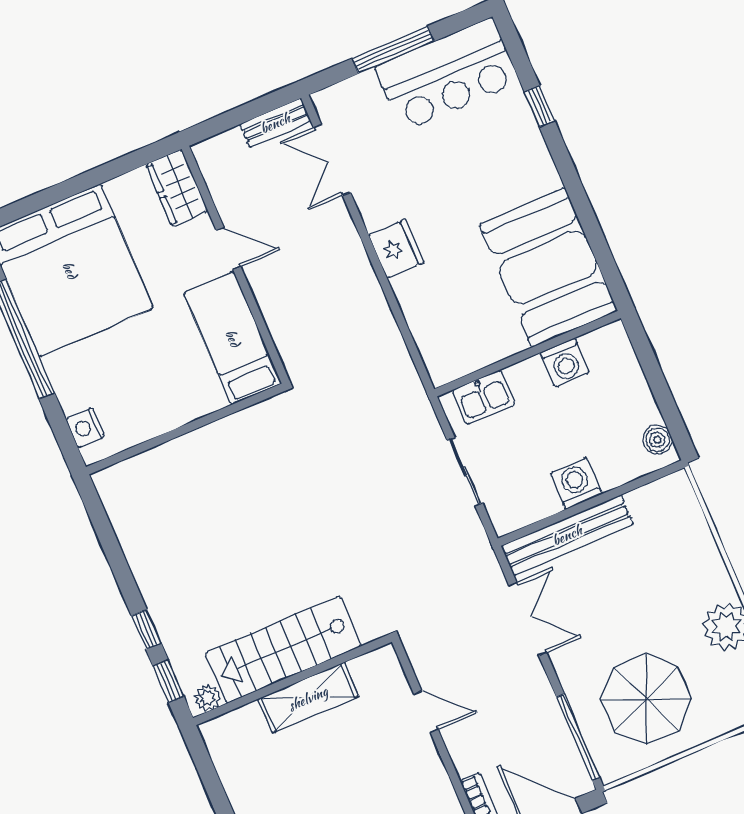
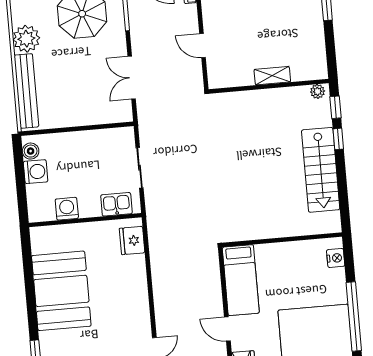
fridge: (396, 249) -> (132, 240), moved
booth: (548, 268) -> (61, 291), moved
washing machine: (576, 483) -> (36, 172), moved, turned -90
bench: (567, 535) -> (26, 91), moved, turned 90
stairs: (283, 649) -> (321, 170), moved, turned 90
shelving: (308, 698) -> (272, 76), width x0.67, depth x0.75

